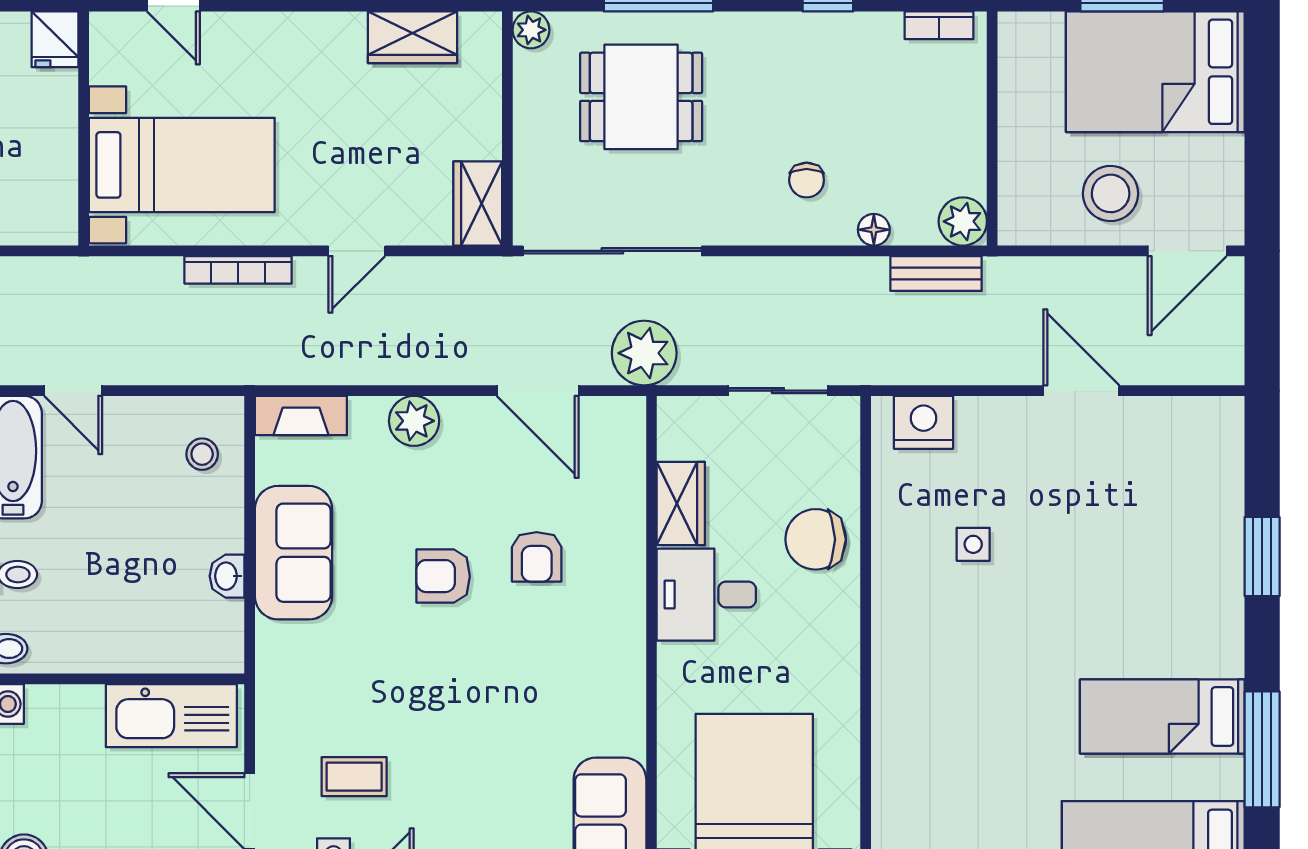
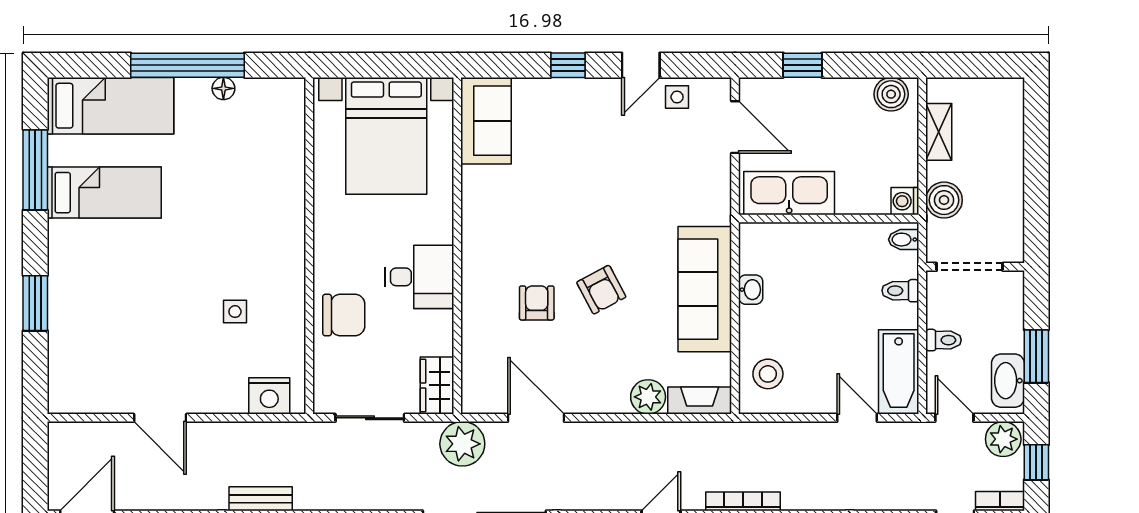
plant: (414, 421) -> (648, 397), moved
stool: (202, 454) -> (768, 374), width x1.37, depth x1.37
wardrobe: (681, 503) -> (437, 385), moved
sofa: (293, 553) -> (705, 289), width x1.36
armchair: (443, 576) -> (601, 290), turned 62
coffee table: (354, 777) -> (663, 151), removed

